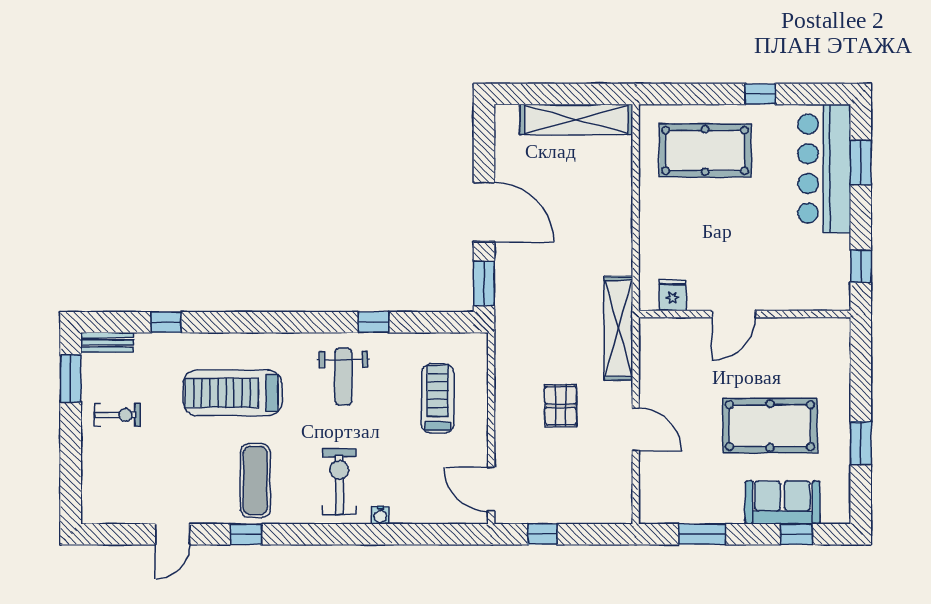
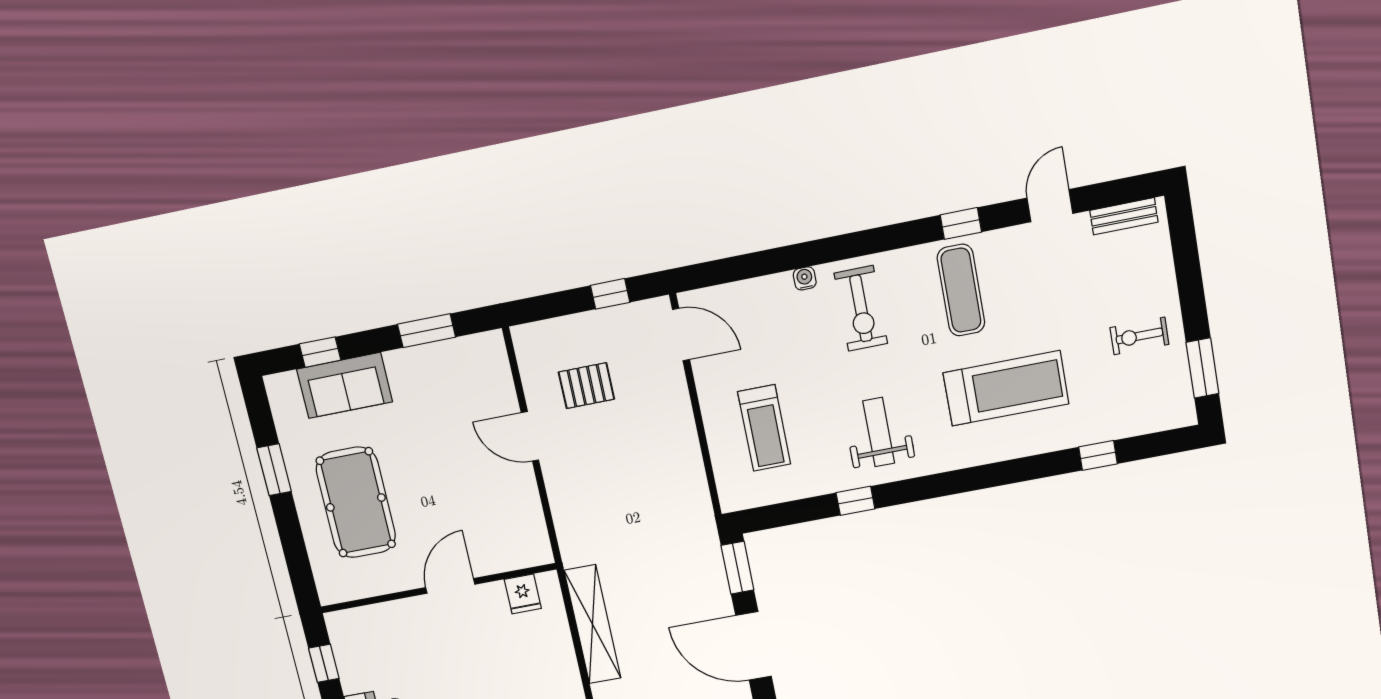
shelving: (618, 328) -> (593, 624), moved
bench: (107, 342) -> (1124, 216), moved
pallet: (561, 406) -> (586, 386), moved, turned 90
pool table: (770, 426) -> (356, 502), moved, turned 90

